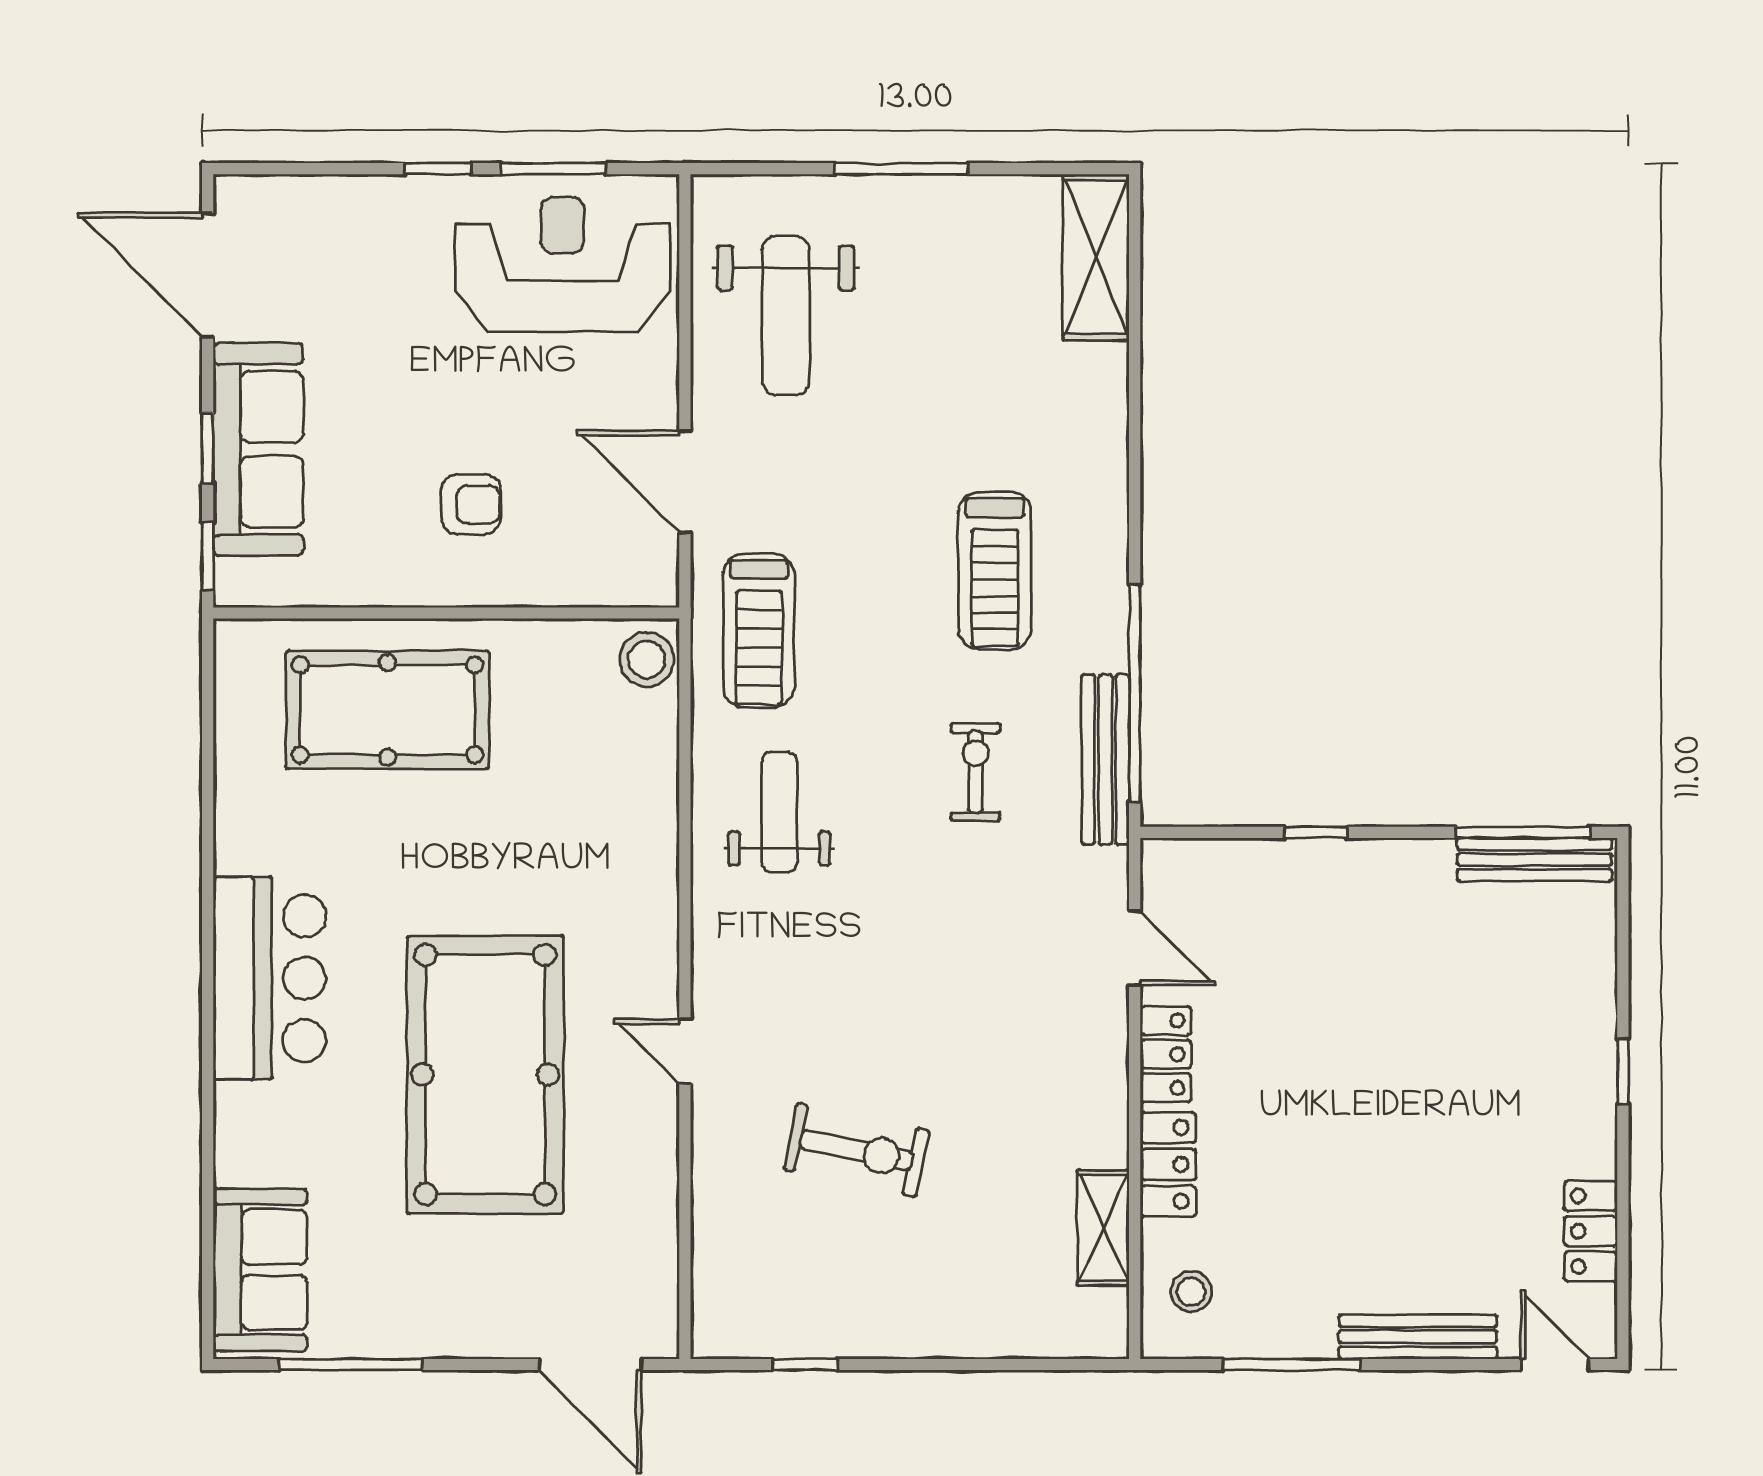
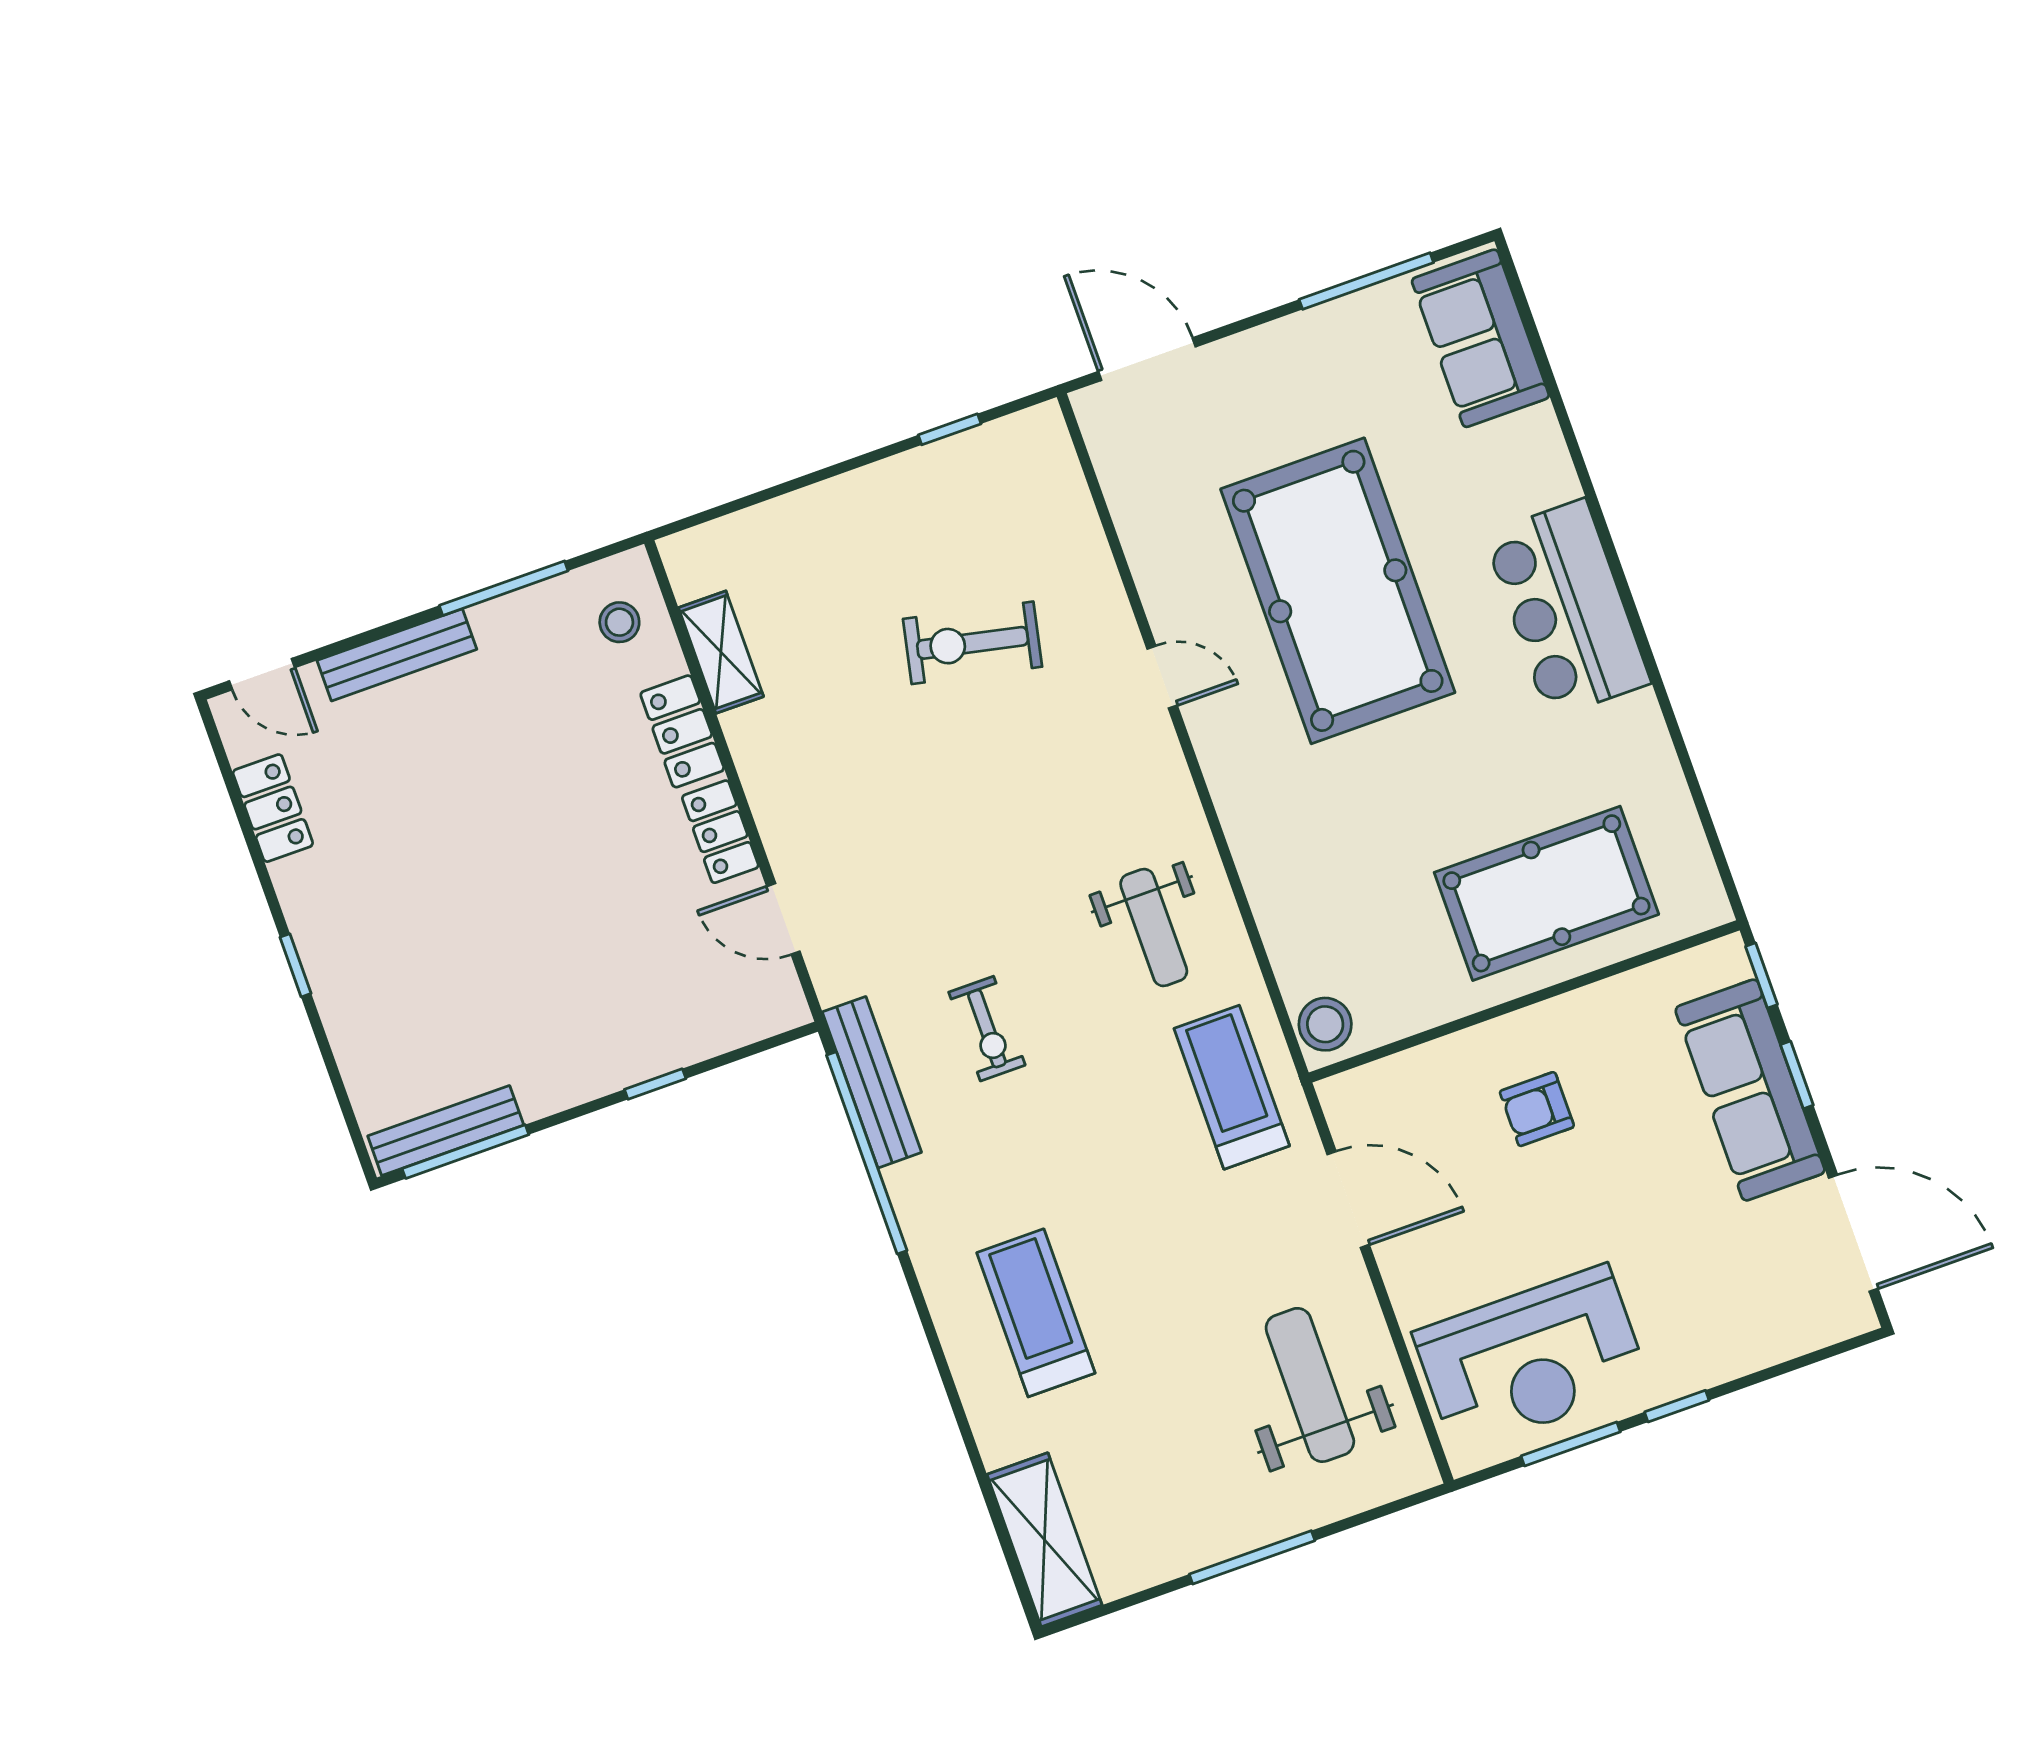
treadmill: (995, 571) -> (1036, 1313), moved

